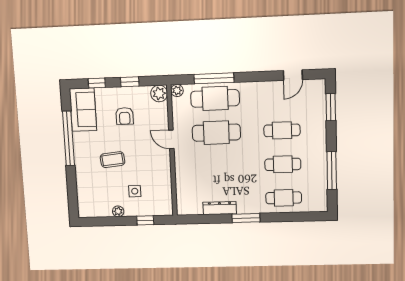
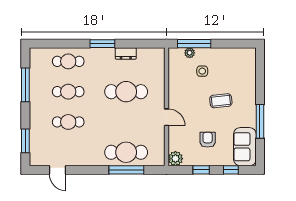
door: (293, 75) -> (58, 170), swing flipped
plant: (177, 91) -> (159, 161), removed
cafe table: (216, 133) -> (126, 92), moved
window: (68, 138) -> (260, 121), width x0.68
dresser: (220, 208) -> (126, 53), width x0.70
plant: (118, 211) -> (190, 53), moved
window: (145, 220) -> (194, 44), width x2.17

